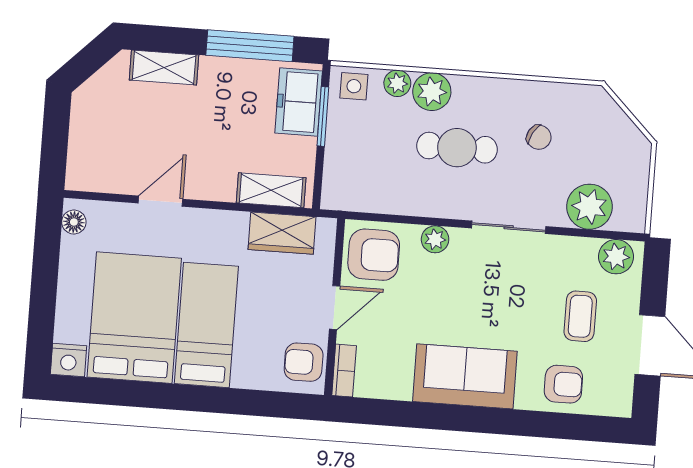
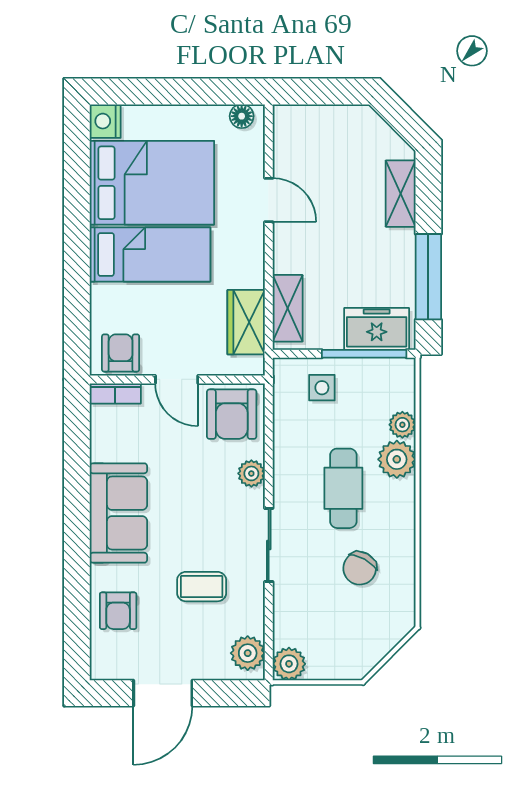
side table: (354, 86) -> (322, 388), moved
window: (323, 116) -> (364, 354), width x1.44
chair: (539, 137) -> (360, 568), width x1.37, depth x1.37
plant: (589, 207) -> (289, 664), moved, width x0.73, depth x0.73
coffee table: (580, 316) -> (202, 587), moved

